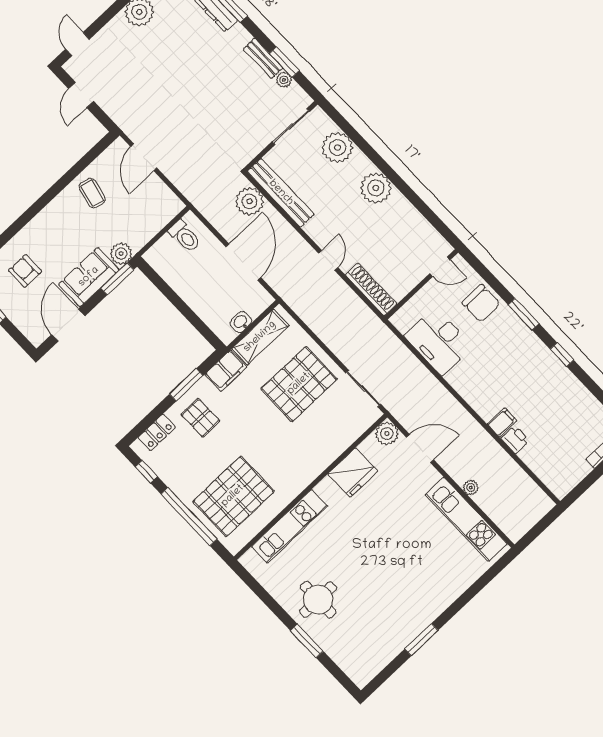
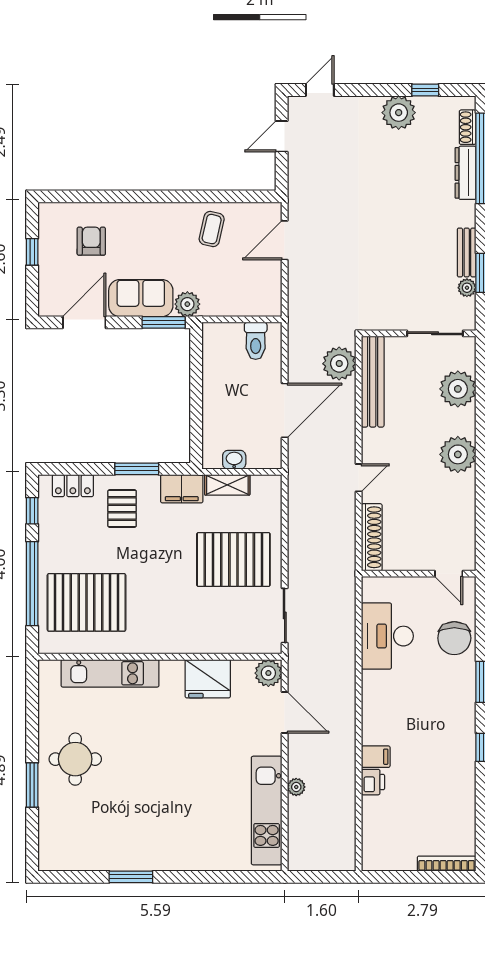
shelving: (260, 337) -> (227, 485), width x0.67, depth x0.75

